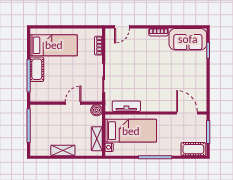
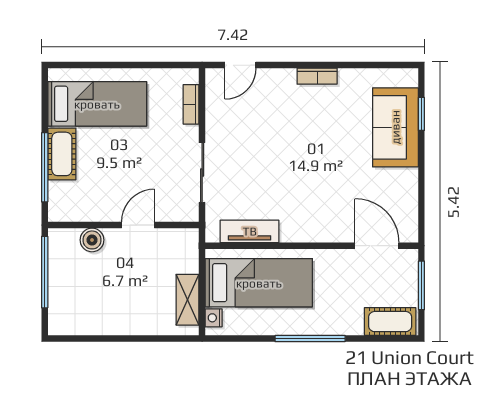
sofa: (188, 39) -> (395, 127), moved, turned 90
boiler: (97, 110) -> (92, 240), moved
shelving: (63, 150) -> (117, 324), removed

